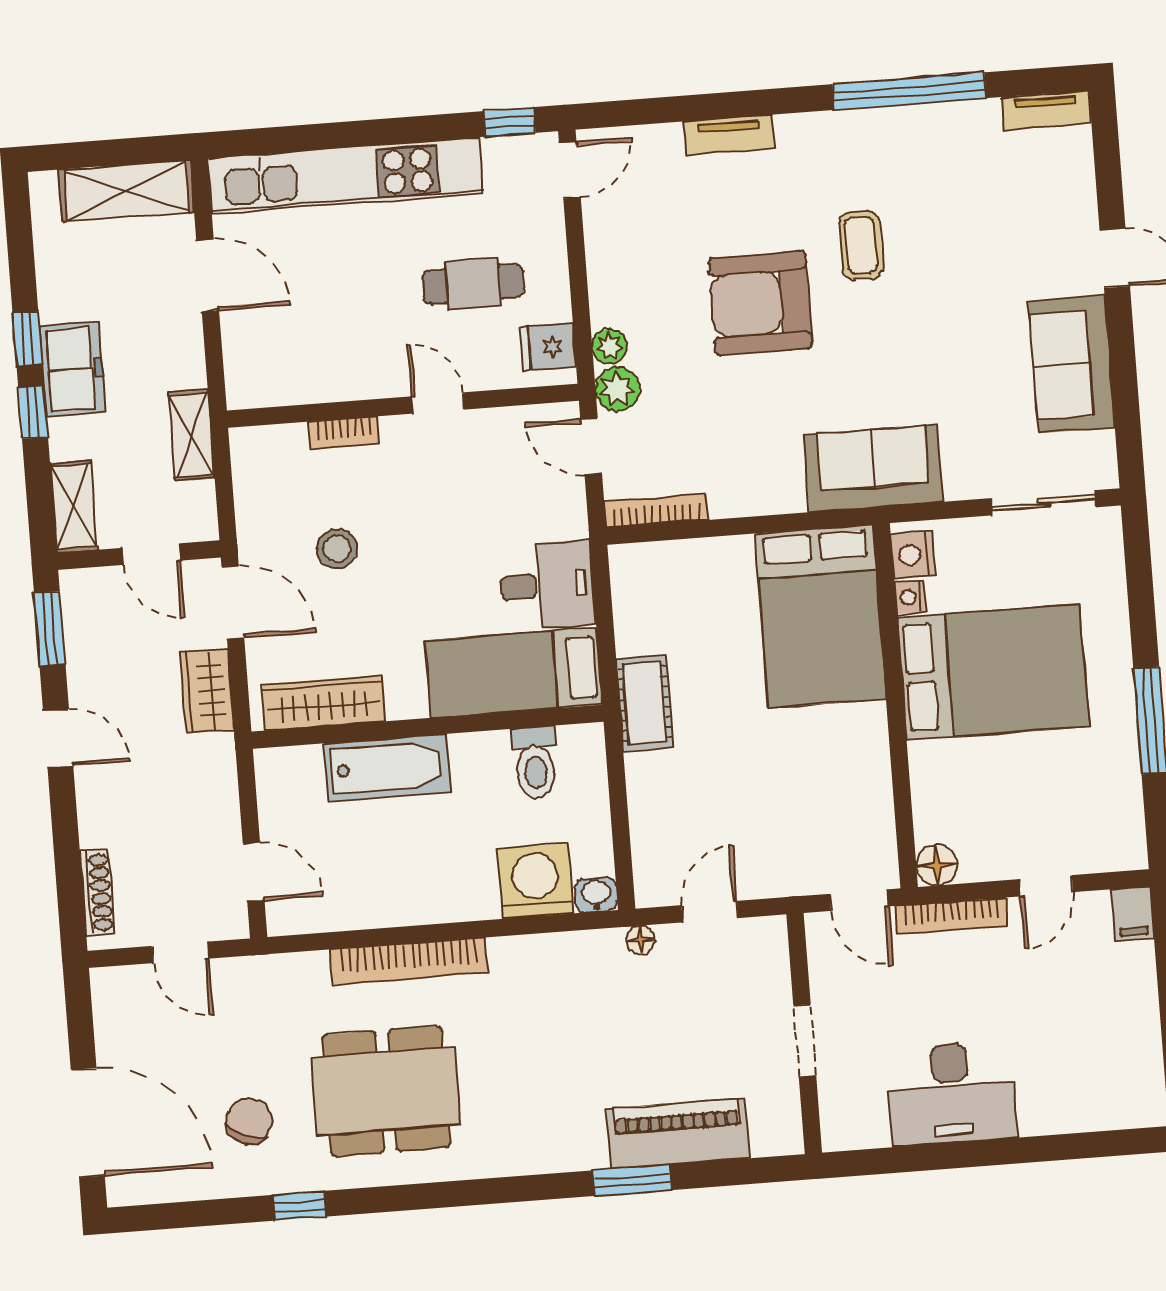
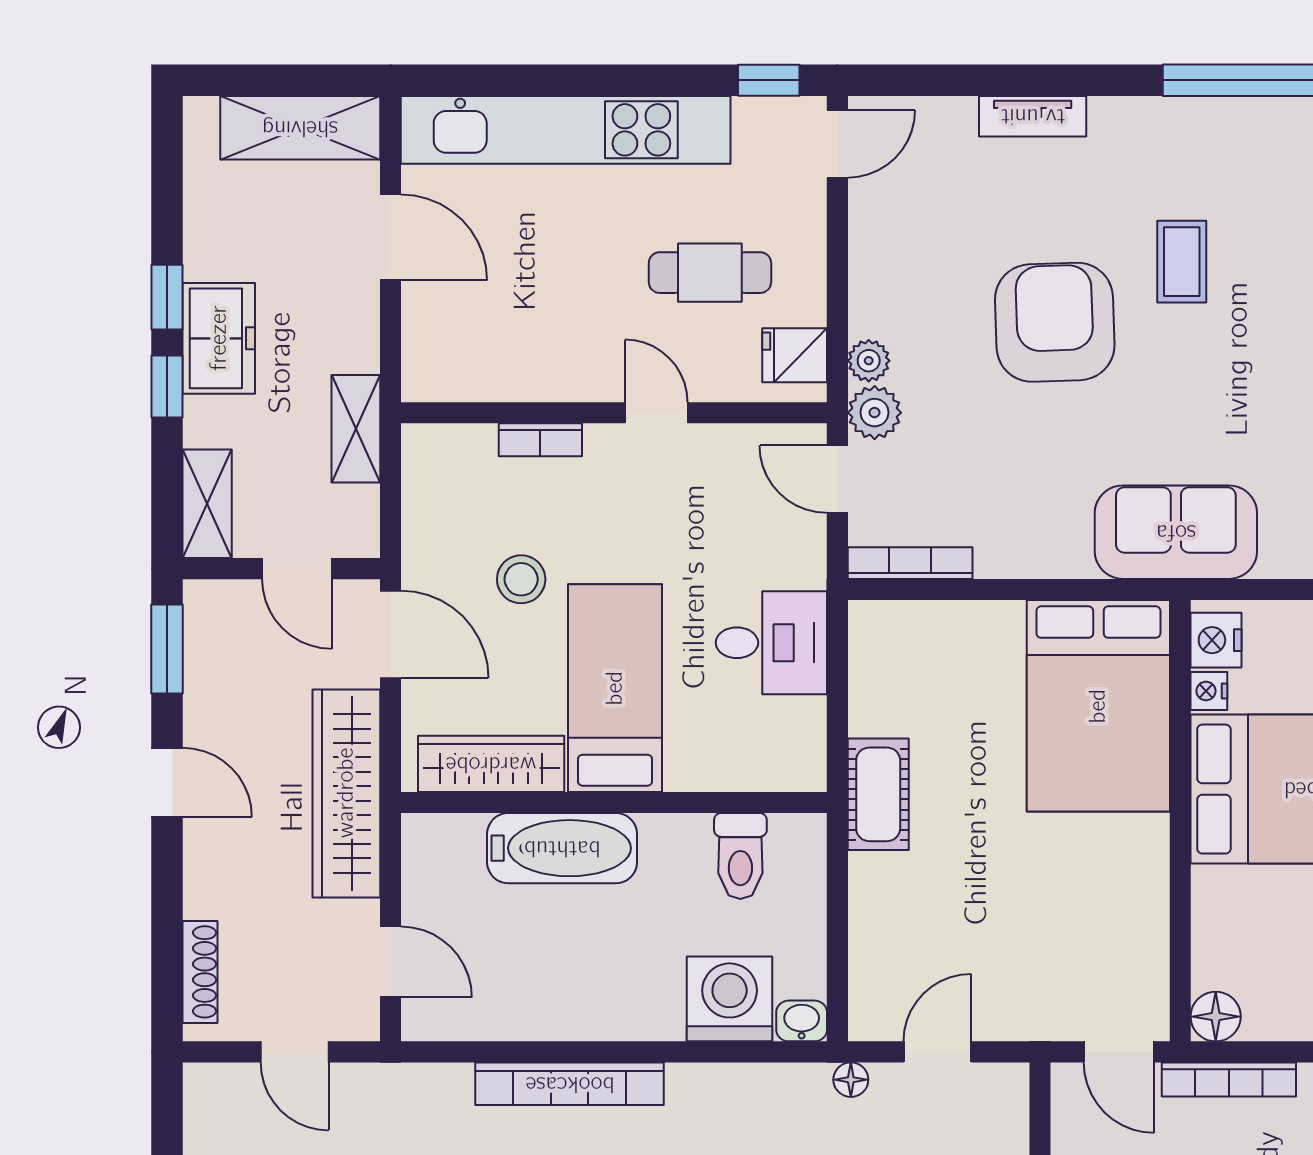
armchair: (760, 303) -> (1055, 322), turned 88
bed: (514, 673) -> (615, 688), moved, turned 90
wardrobe: (207, 691) -> (346, 793), width x2.10, depth x1.17

